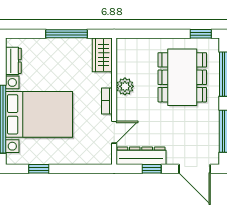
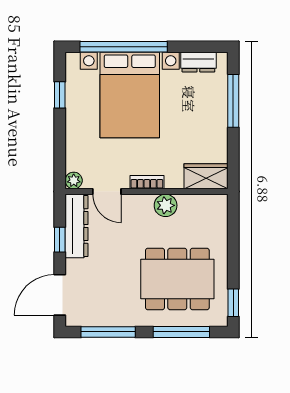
window: (67, 34) -> (233, 101), moved
plant: (106, 158) -> (74, 180), added

